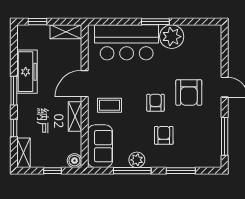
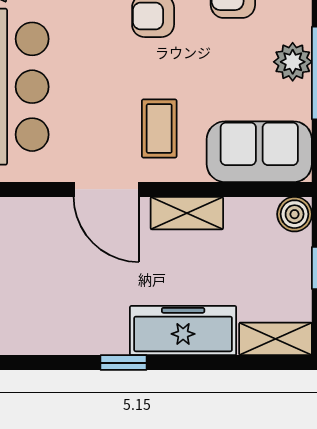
freezer: (27, 72) -> (183, 331), moved
window: (14, 91) -> (123, 363), width x0.67
window: (14, 128) -> (215, 363), removed

